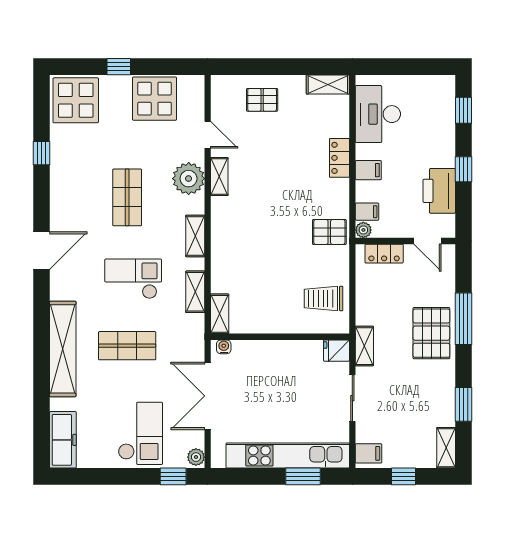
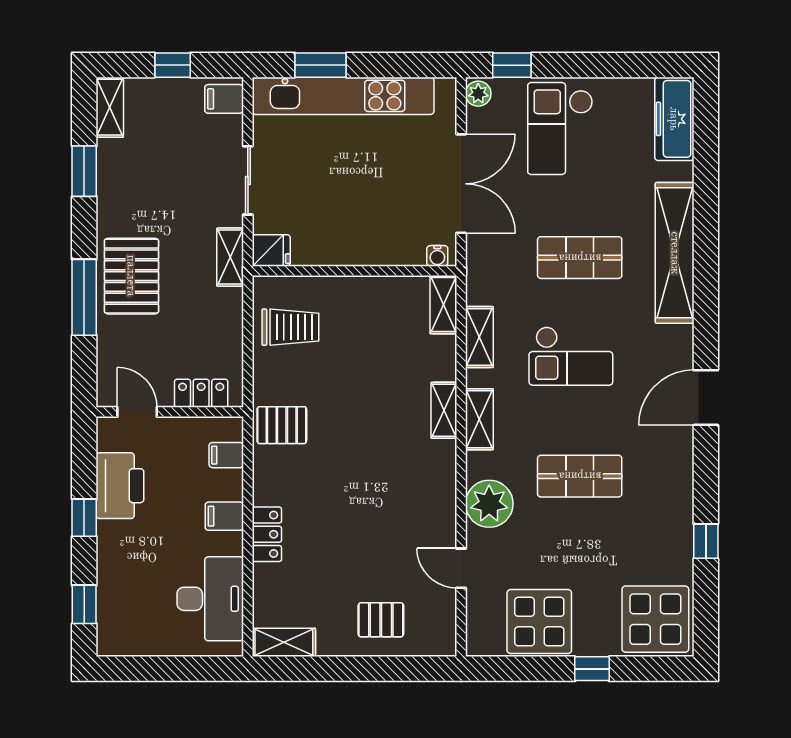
shelving: (219, 177) -> (444, 410), moved
shop shelf: (127, 197) -> (580, 476), turned 90
plant: (363, 230) -> (232, 428), removed

